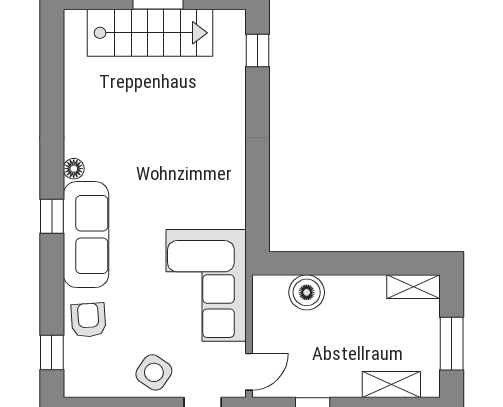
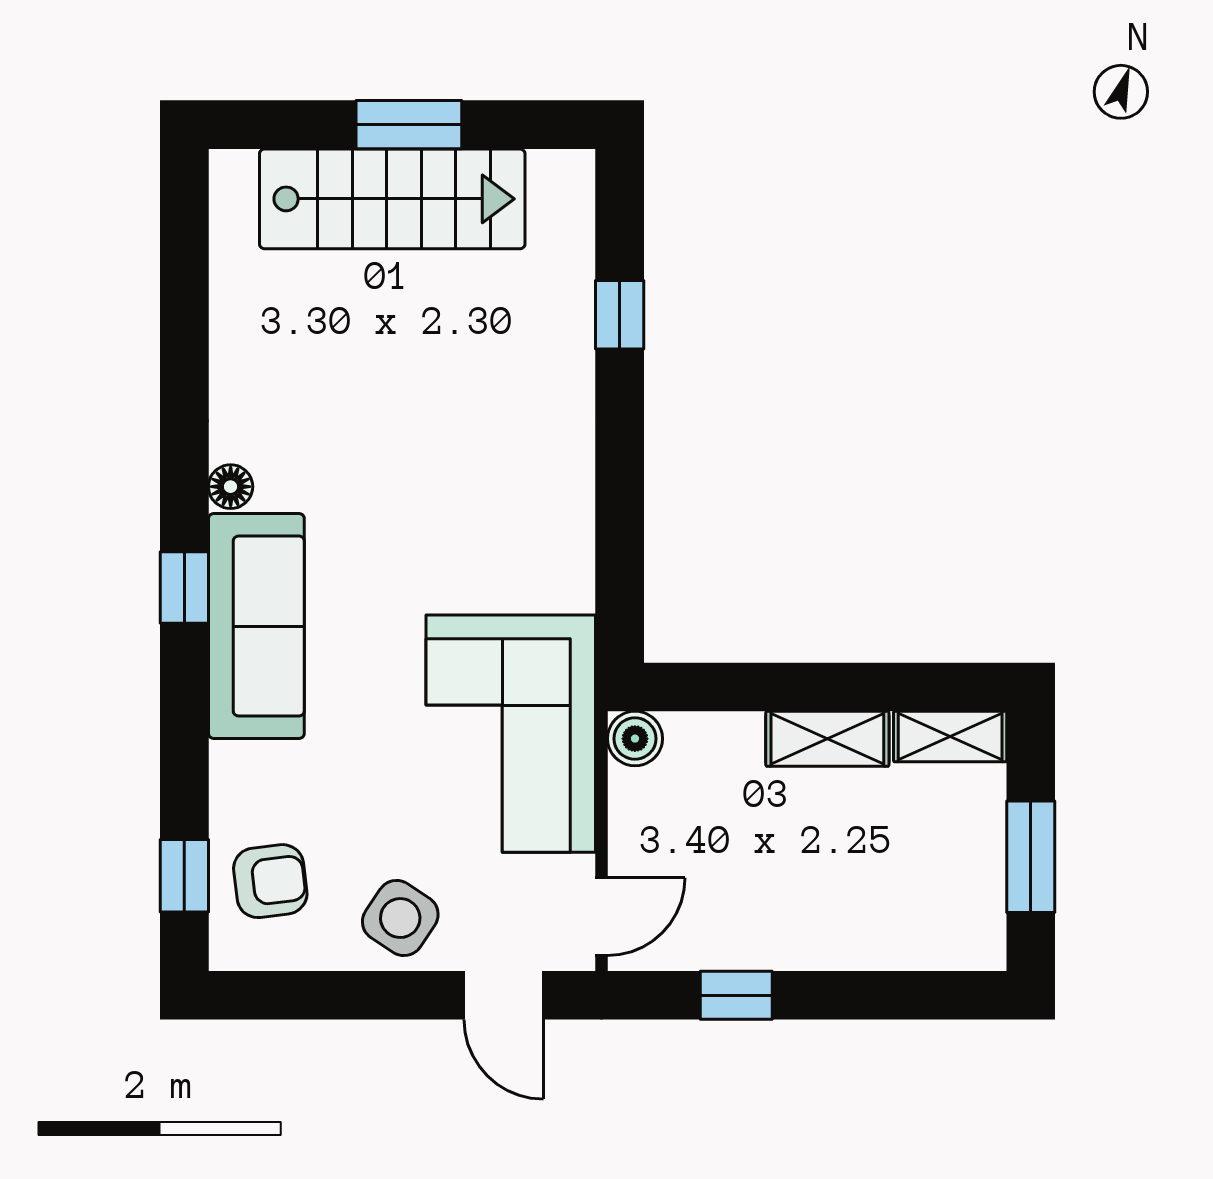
window: (257, 51) -> (620, 315), moved
boiler: (307, 292) -> (635, 739), moved, width x0.73, depth x0.73
armchair: (88, 320) -> (270, 881), moved, turned 87
shelving: (391, 384) -> (827, 739), moved

